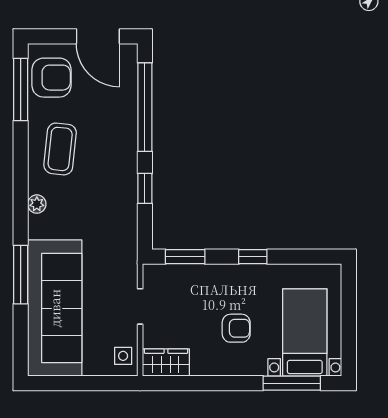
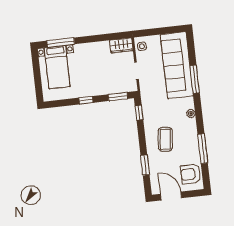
window: (21, 90) -> (203, 149), moved
window: (145, 107) -> (145, 165), width x0.47
coffee table: (60, 149) -> (165, 139), moved
window: (145, 188) -> (139, 113), moved
armchair: (236, 328) -> (90, 65), removed

